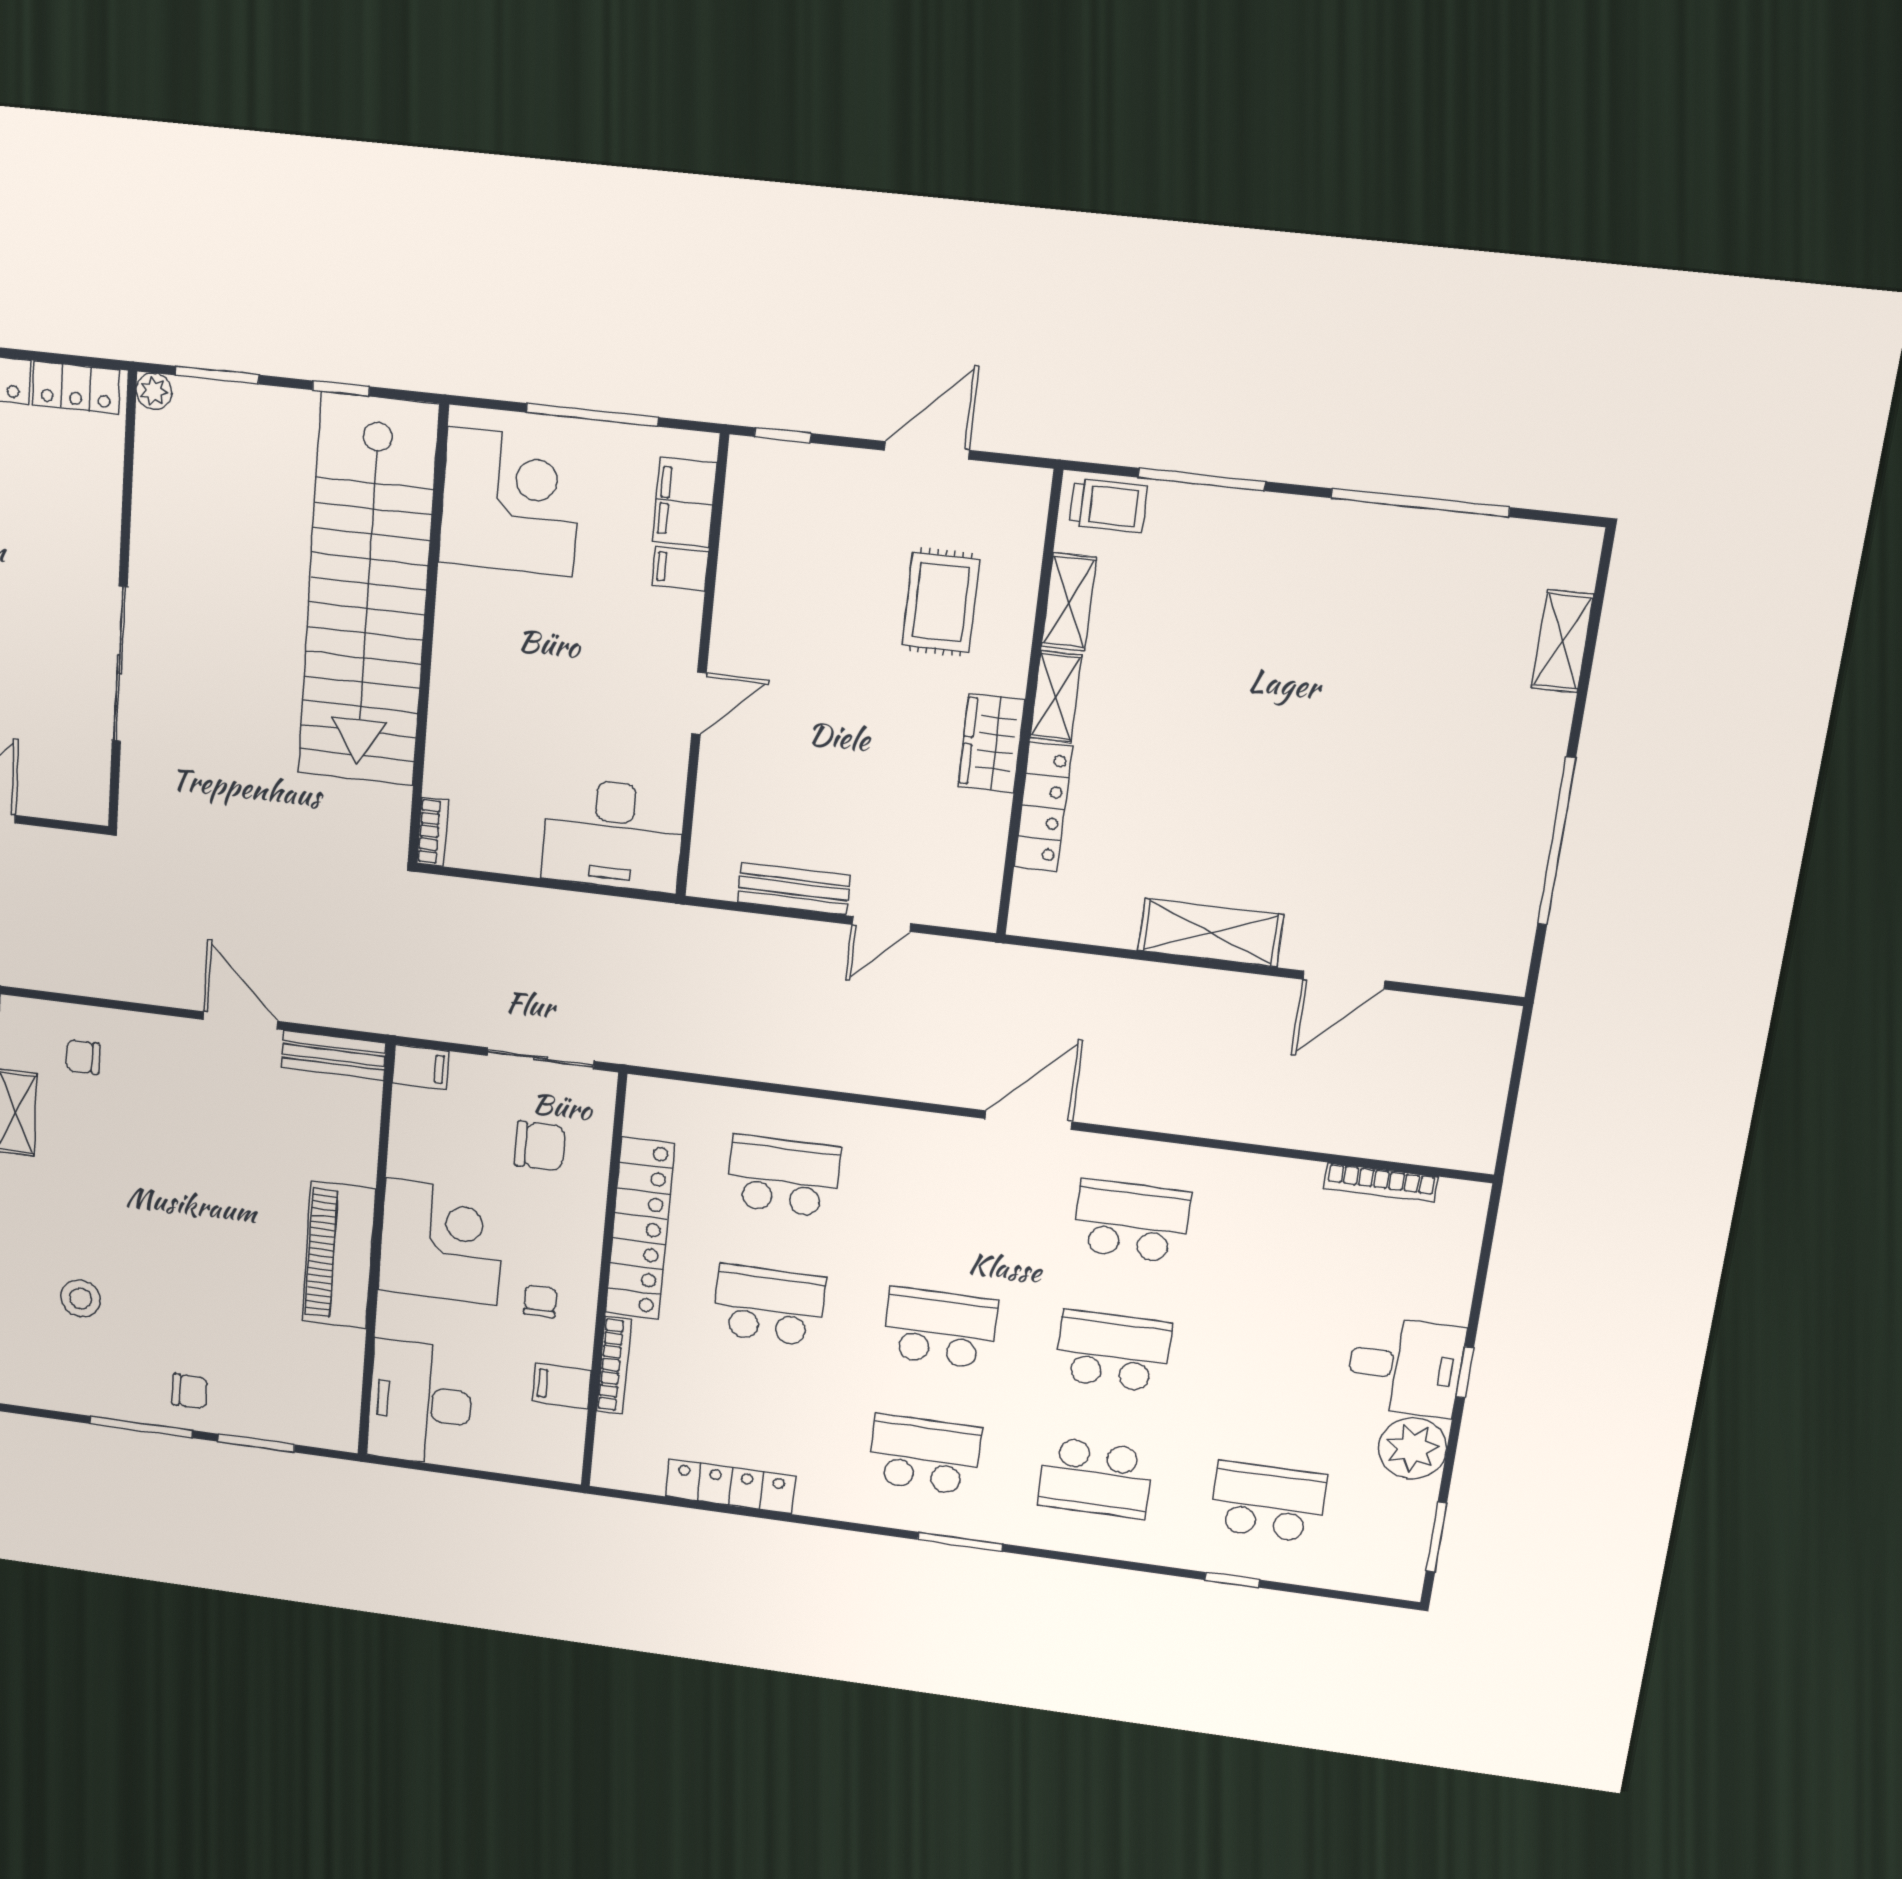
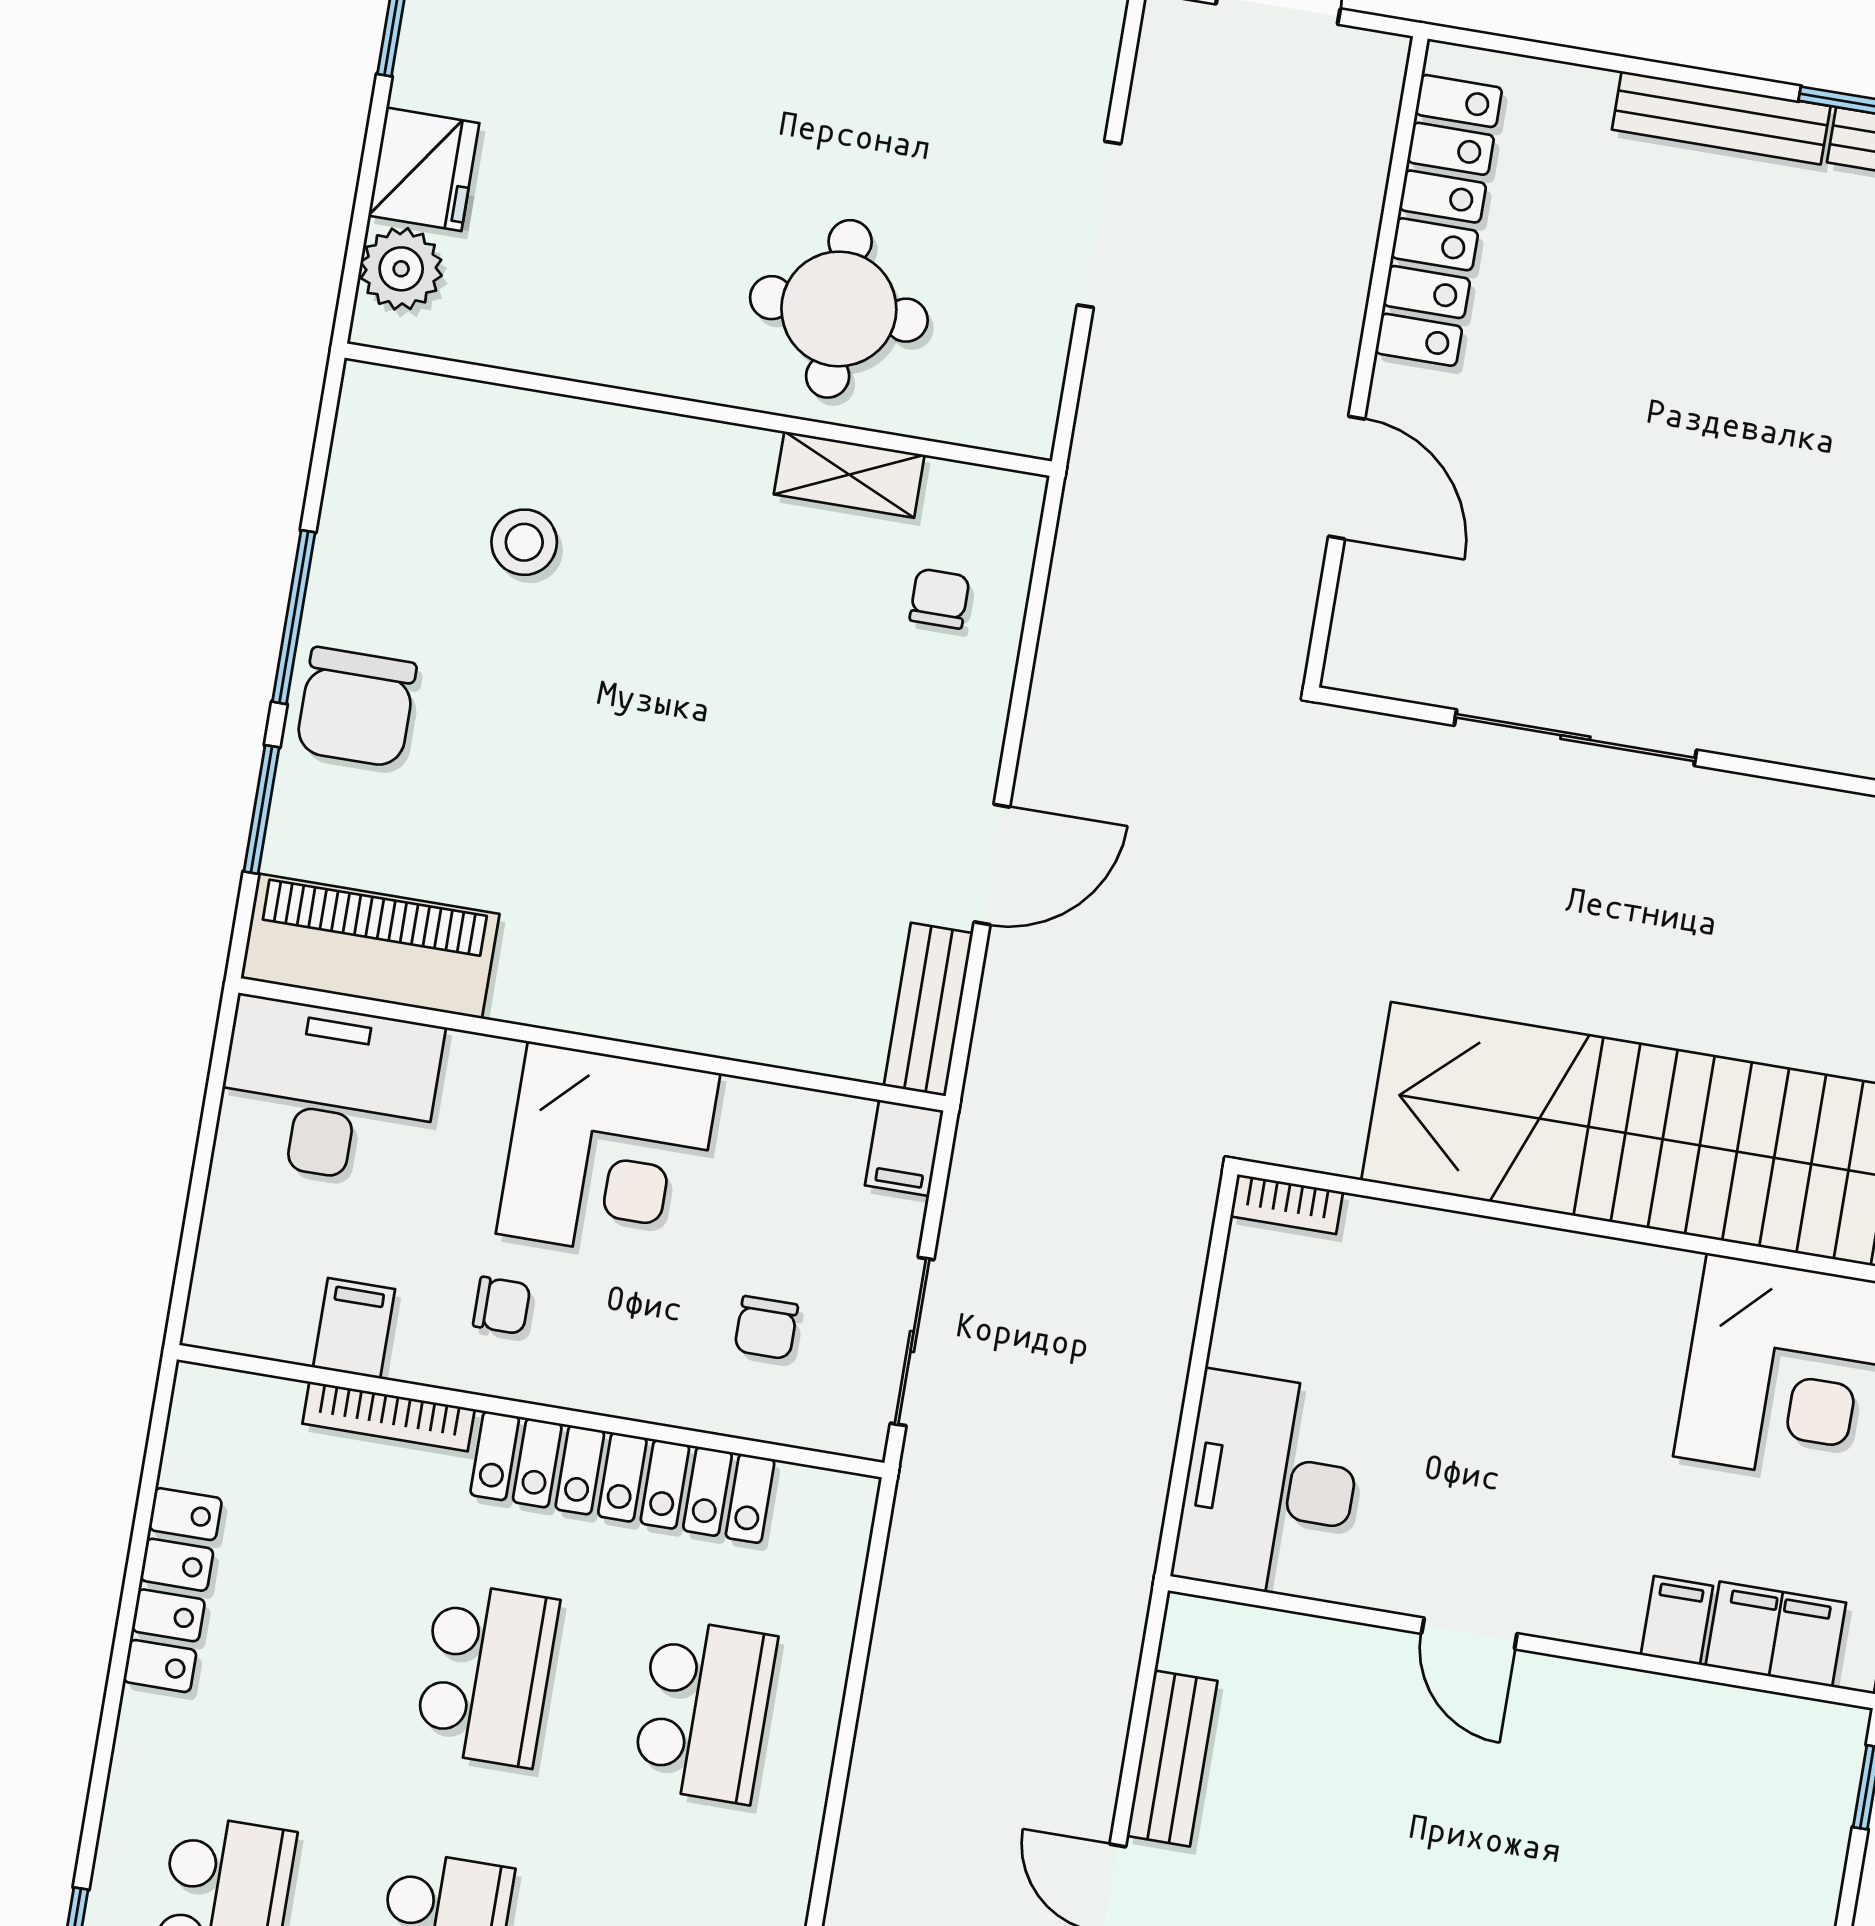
chair: (540, 1146) -> (766, 1328), width x0.73, depth x0.73
piano: (339, 1255) -> (370, 946), moved
chair: (190, 1391) -> (356, 707), width x1.87, depth x1.87

